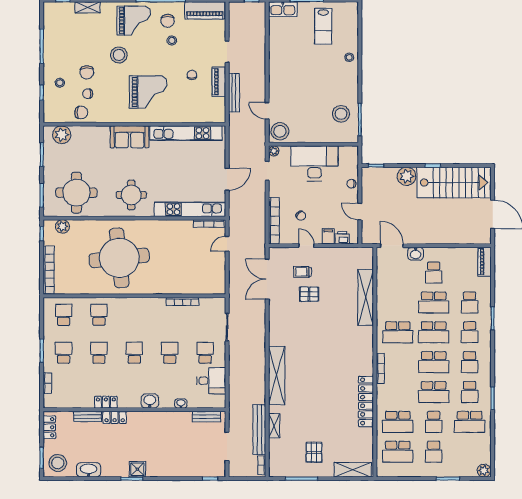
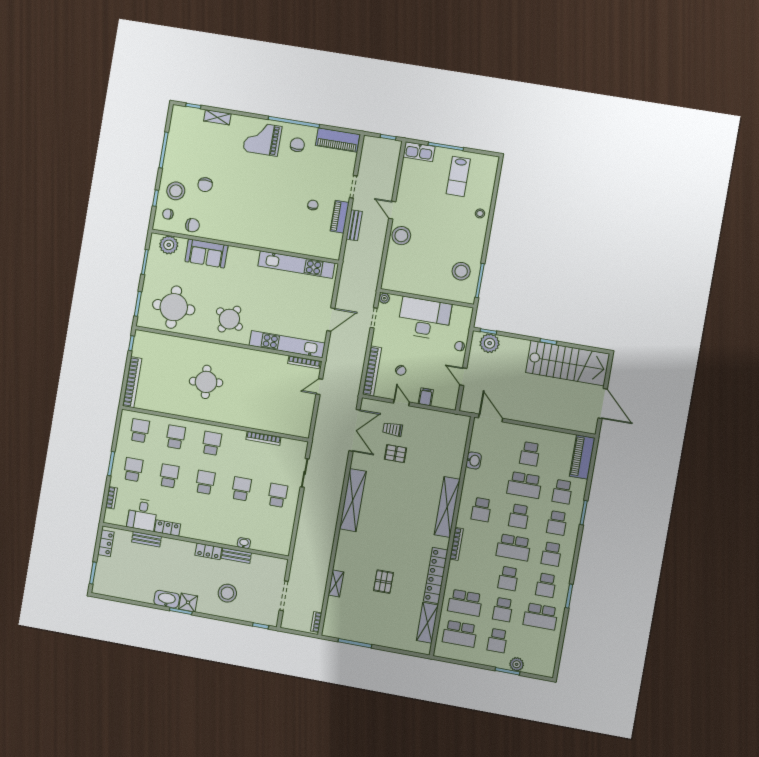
grand piano: (134, 21) -> (262, 139), turned 180
chair: (168, 21) -> (297, 145), turned 180
stool: (172, 40) -> (298, 166), removed
stool: (119, 55) -> (241, 172), removed
stool: (60, 83) -> (176, 191), width x1.89, depth x1.89
grand piano: (148, 92) -> (265, 215), removed
bench: (234, 93) -> (354, 225), width x0.73
chair: (88, 94) -> (168, 214), moved
door: (267, 111) -> (392, 210), moved
stool: (280, 131) -> (401, 236), moved
sofa: (130, 137) -> (206, 253), moved
plant: (407, 176) -> (490, 343), moved
round table: (131, 195) -> (229, 319), turned 30
plant: (62, 226) -> (154, 340), removed
printer: (342, 238) -> (440, 401), removed
washbasin: (416, 254) -> (474, 460), moved, turned -90
round table: (119, 258) -> (206, 382), width x0.54, depth x0.54
piano: (485, 262) -> (582, 457), width x1.37, depth x1.33
double door: (267, 279) -> (355, 430), swing flipped
shelving: (366, 297) -> (447, 507), moved
school desk: (134, 315) -> (212, 443), added
school desk: (398, 332) -> (481, 510), width x0.54
school desk: (434, 332) -> (519, 516), width x0.54
shelving: (277, 376) -> (353, 500), moved
desk: (211, 381) -> (142, 515), moved, turned 90
school desk: (434, 392) -> (508, 578), width x0.54
washbasin: (150, 401) -> (213, 535), removed
locker: (115, 417) -> (208, 551), moved
bench: (206, 417) -> (236, 556), moved
bench: (259, 430) -> (320, 585), removed
pallet: (314, 452) -> (383, 582), moved
stool: (58, 463) -> (227, 593), moved
washbasin: (89, 470) -> (167, 599), moved
shelving: (353, 470) -> (427, 623), moved, turned 90
plant: (484, 471) -> (517, 664), moved

